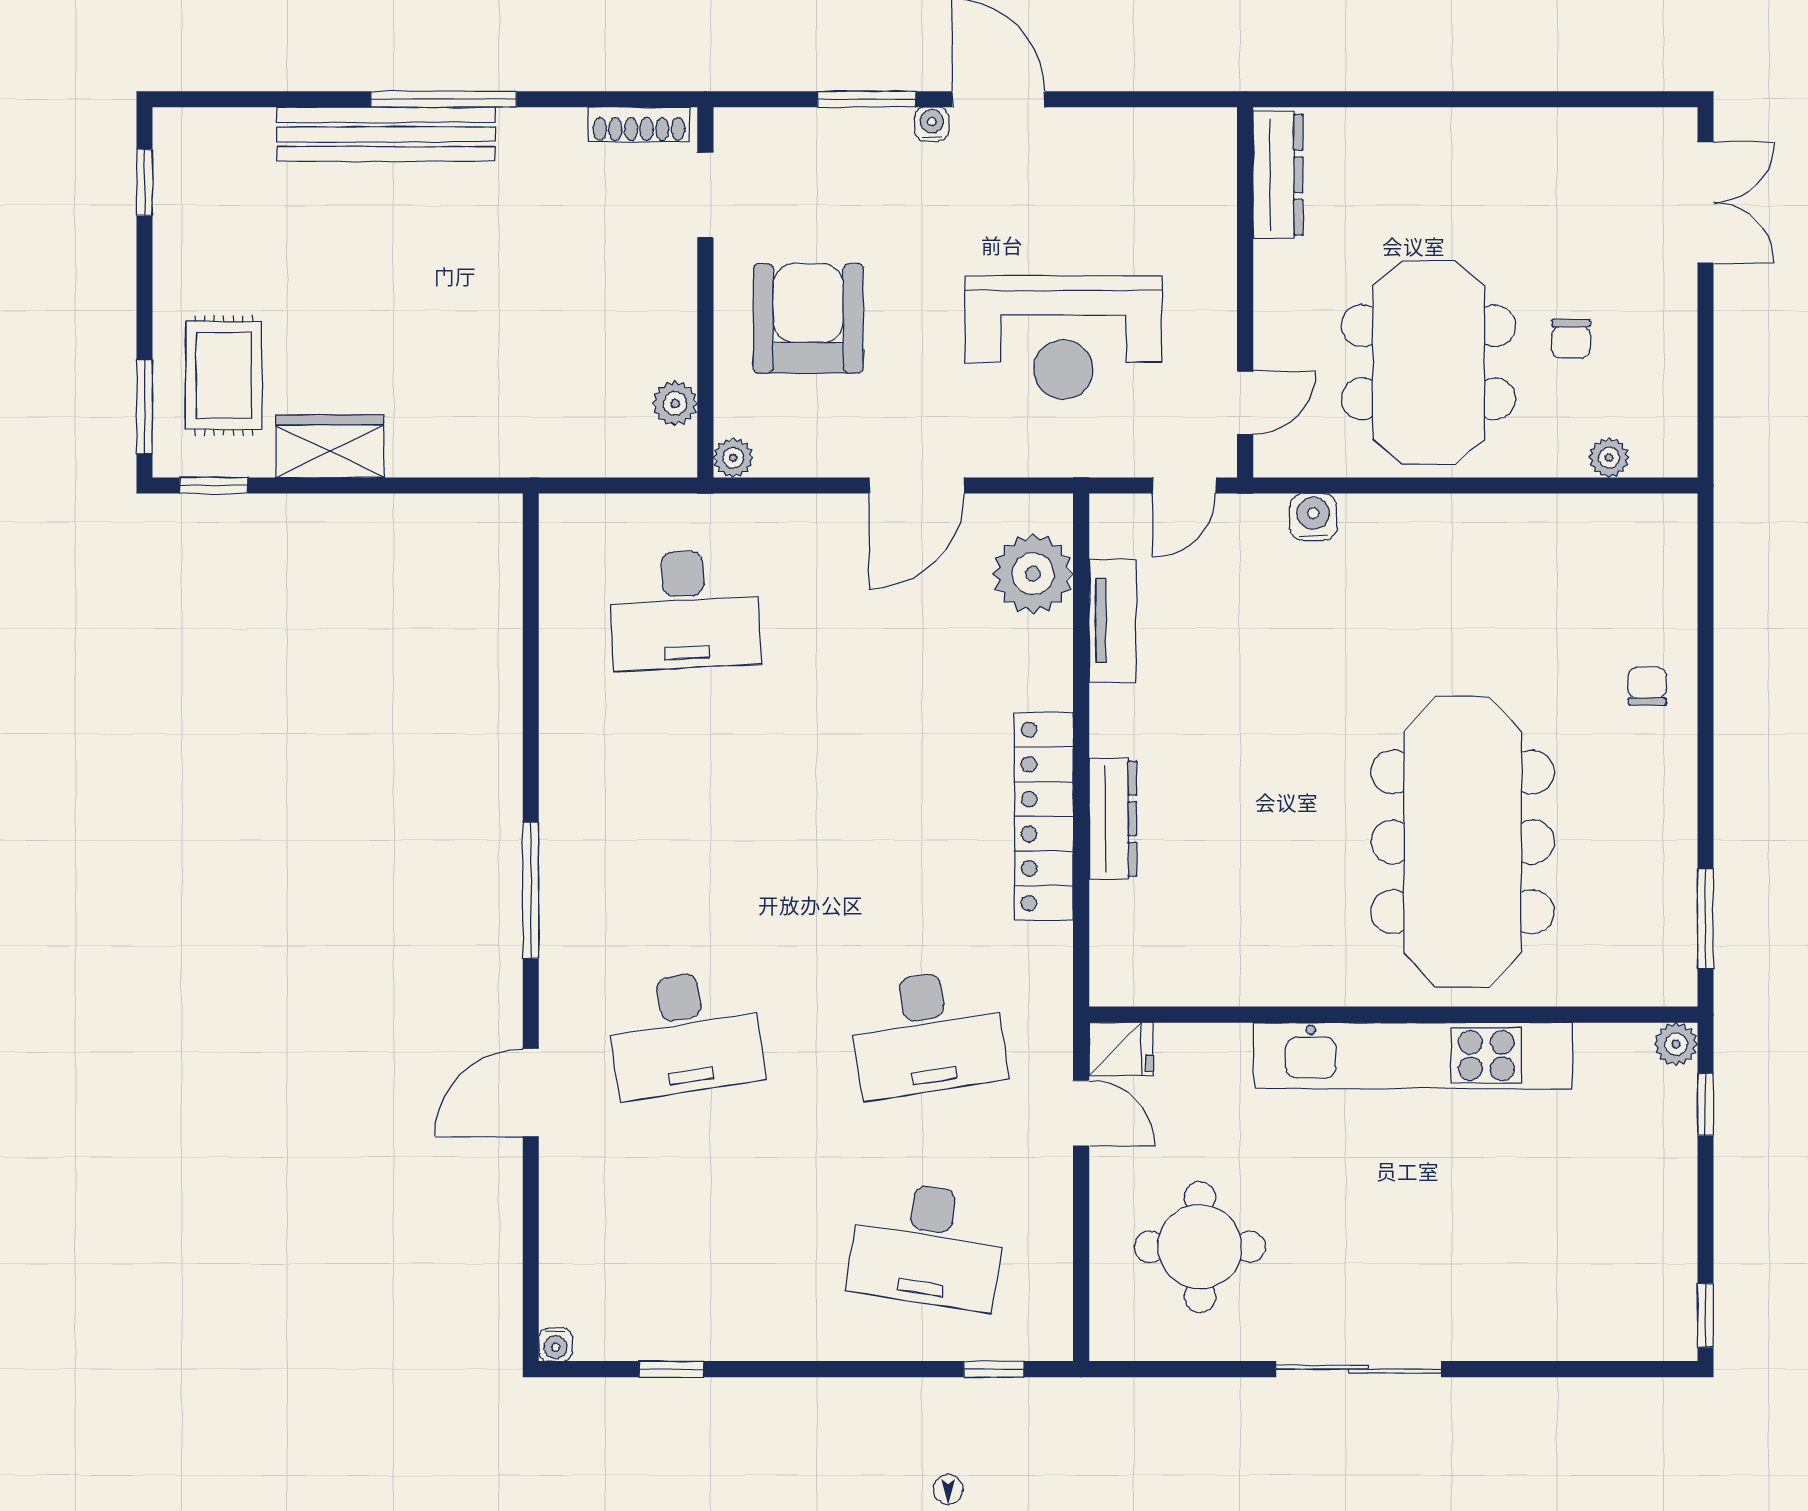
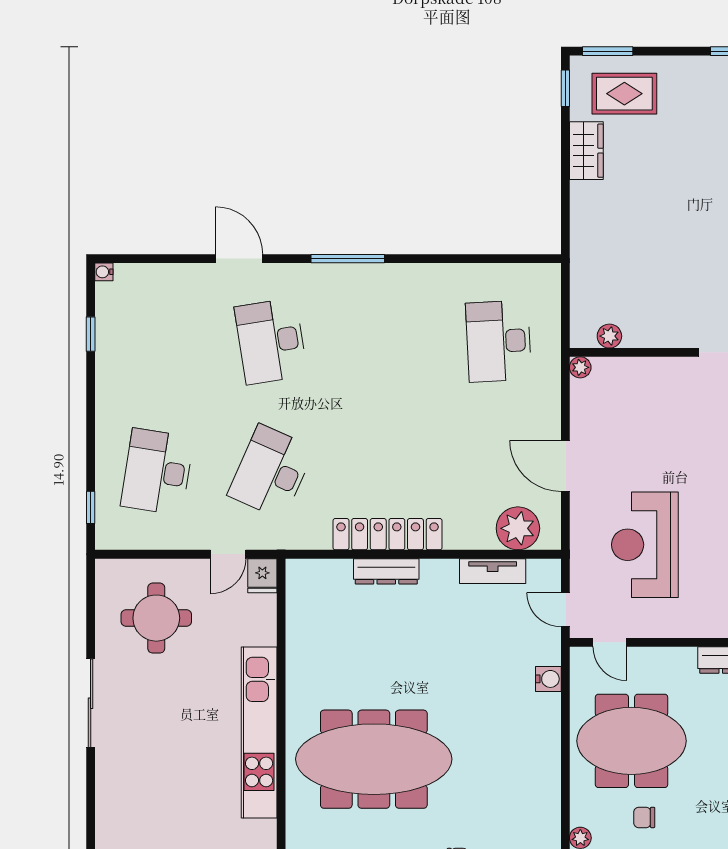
armchair: (808, 318) -> (655, 408), removed
desk: (927, 1033) -> (271, 472), turned 33

